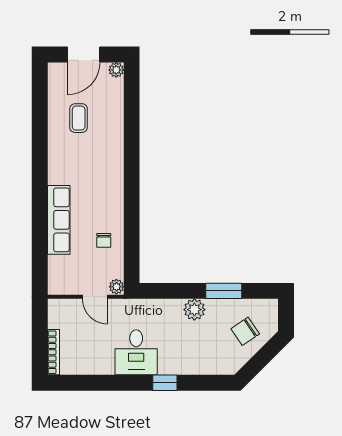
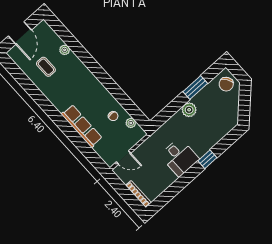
plant: (116, 70) -> (65, 50), moved
plant: (116, 287) -> (131, 123), moved
door: (95, 297) -> (123, 158), moved
chair: (245, 331) -> (226, 84), moved

